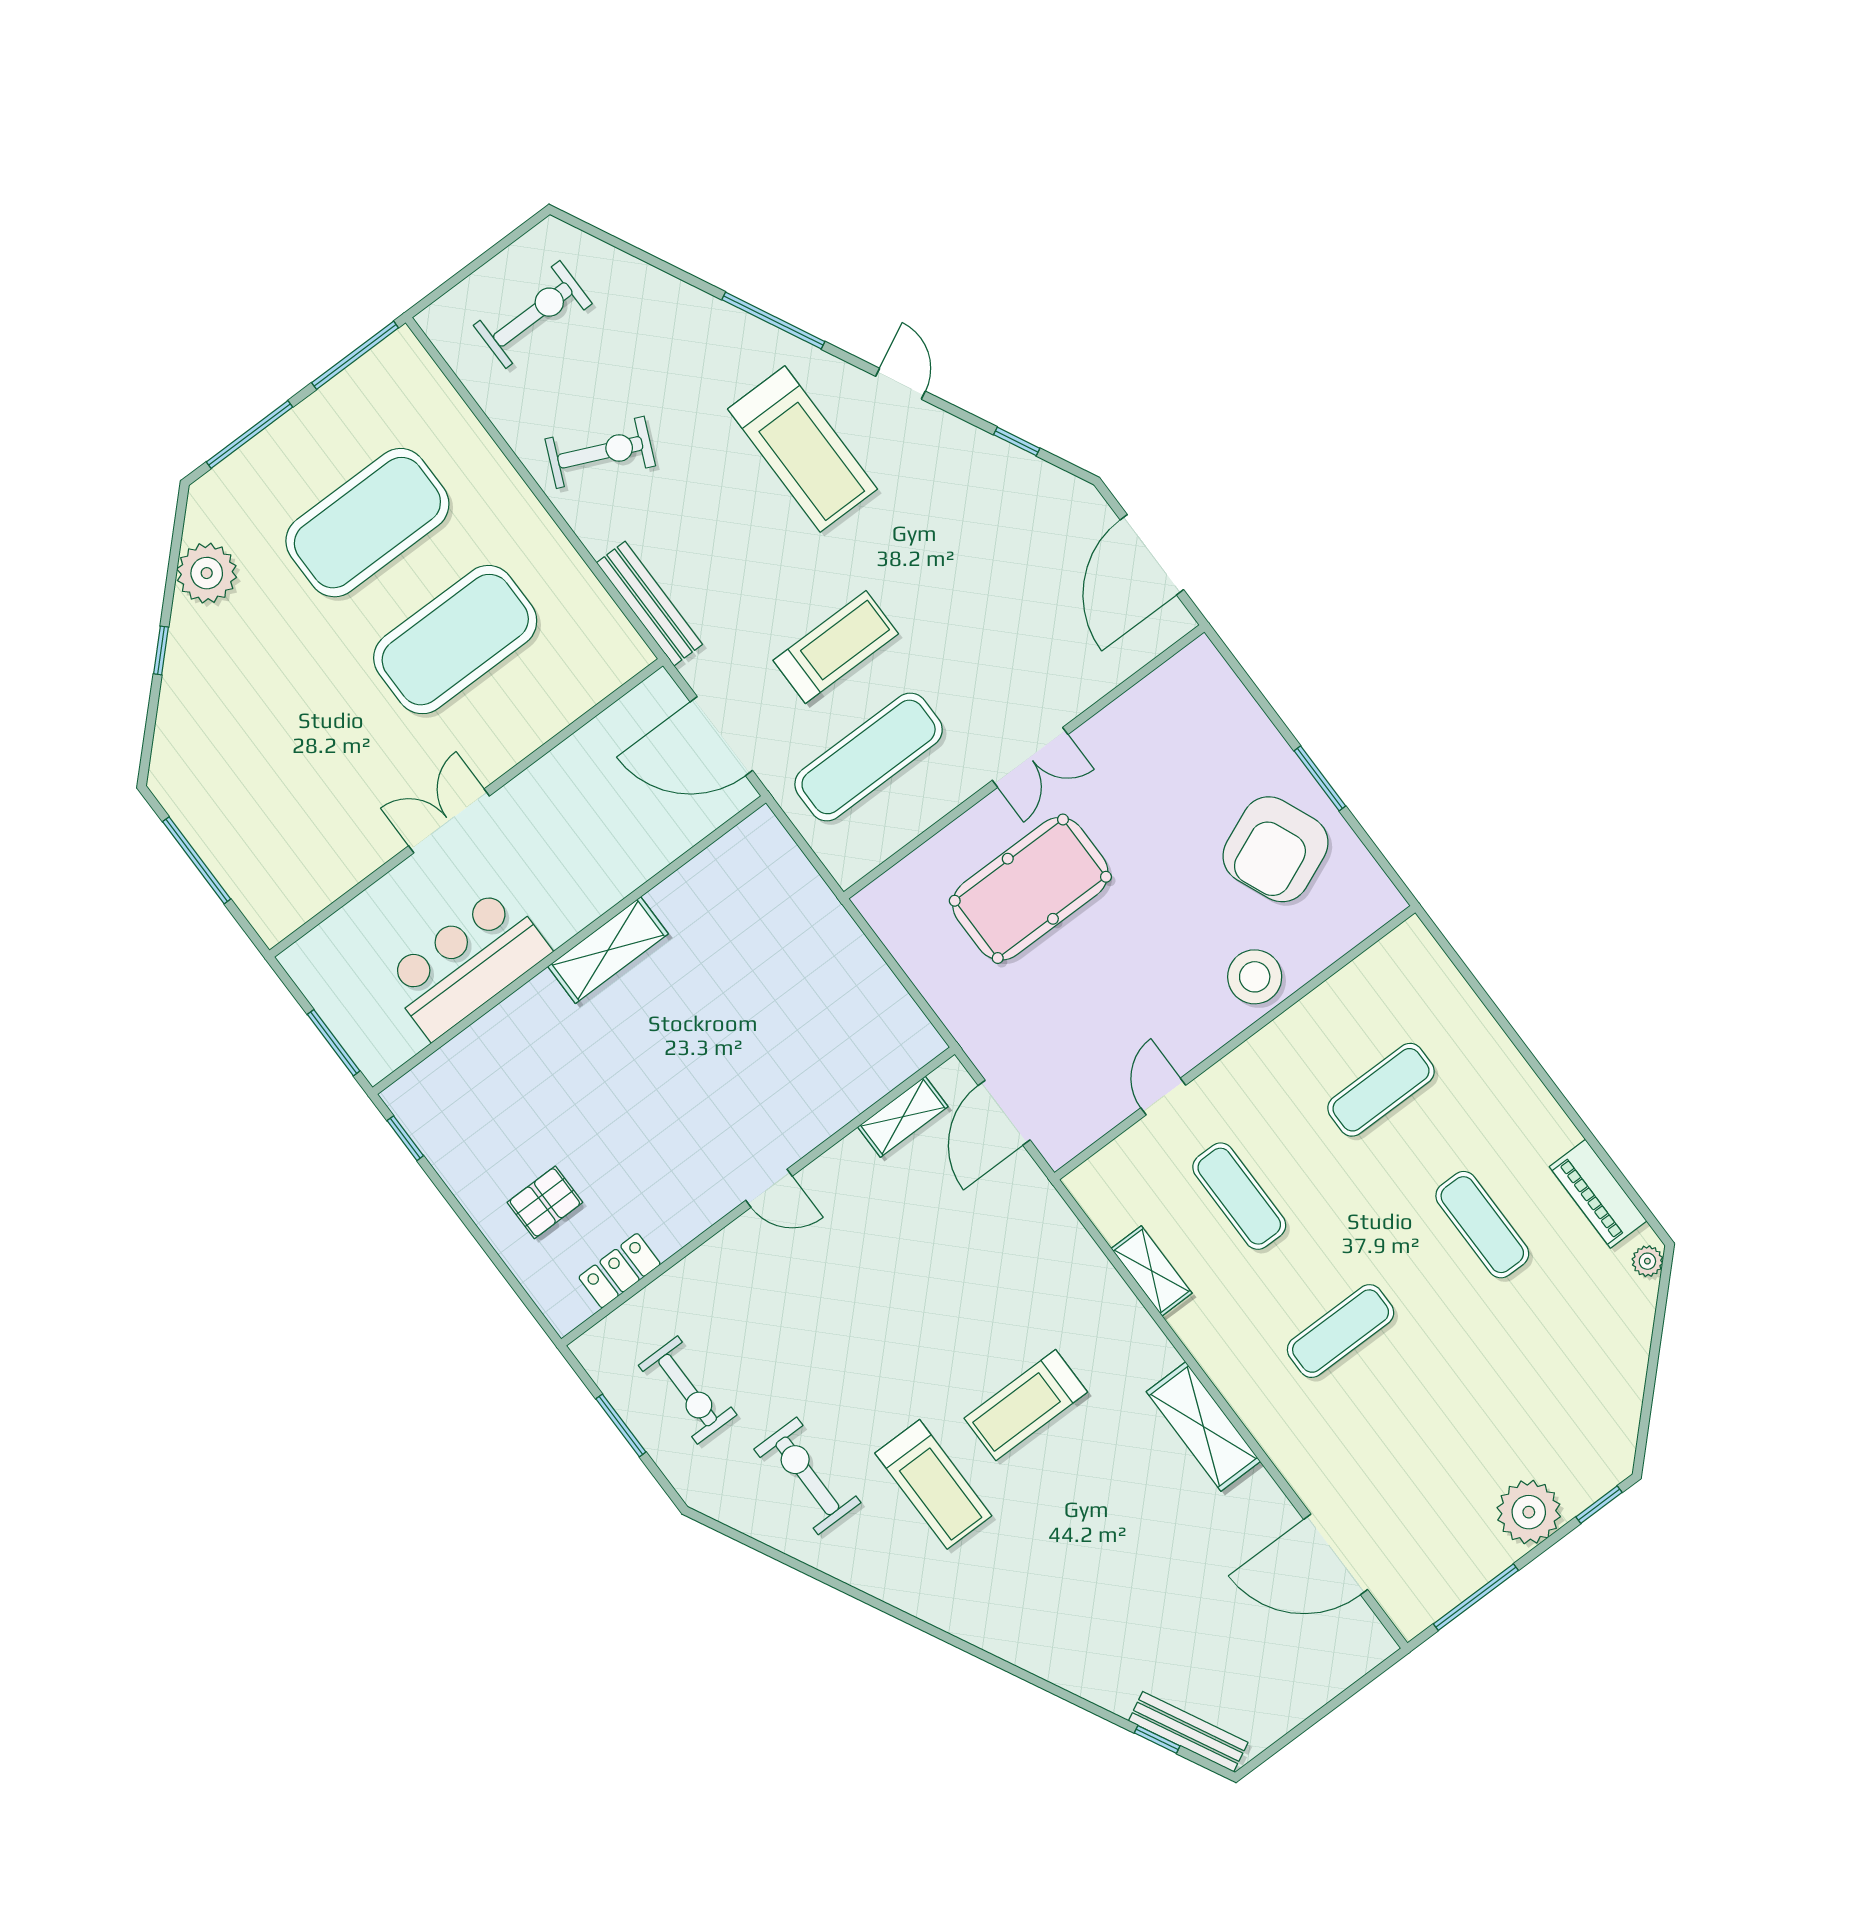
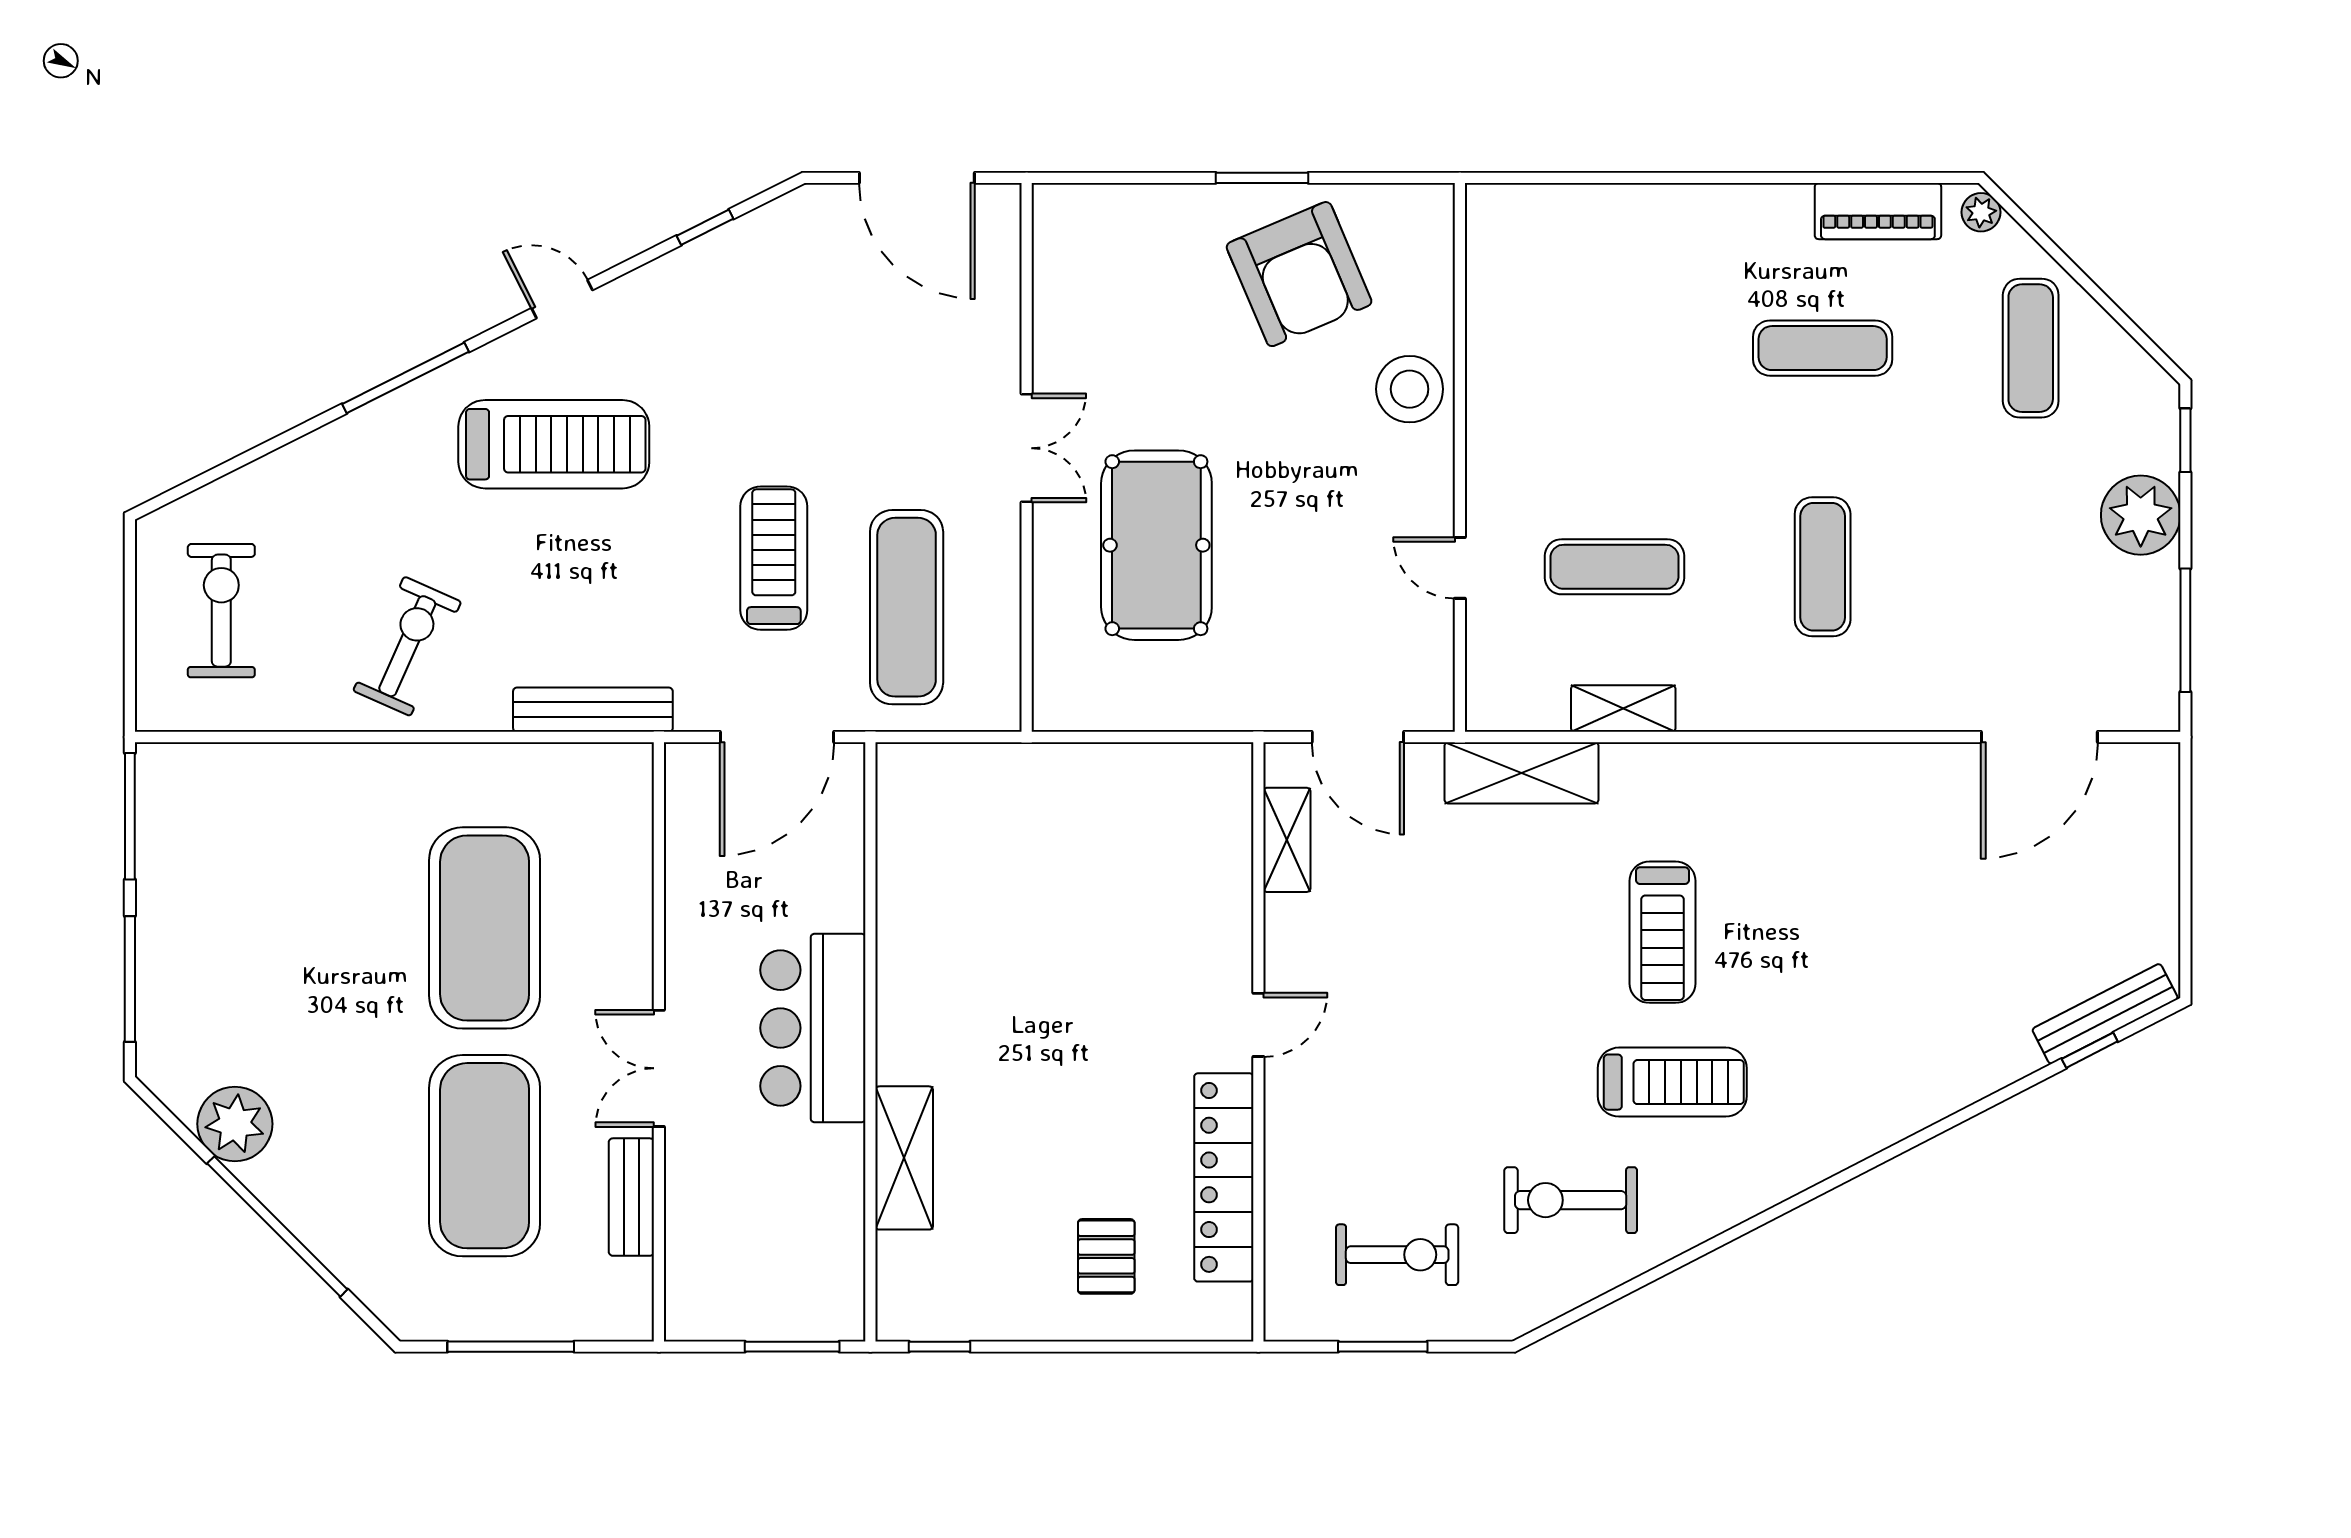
exercise mat: (367, 523) -> (485, 1156), moved
window: (161, 650) -> (277, 1226), width x3.17
bench: (352, 866) -> (631, 1197), added
shelving: (608, 950) -> (904, 1158), moved
bar counter: (467, 963) -> (813, 1028), moved
exercise mat: (1381, 1090) -> (2031, 348), moved
locker: (620, 1271) -> (1224, 1177), width x2.16, depth x1.21
shelving: (1203, 1427) -> (1522, 773), moved

